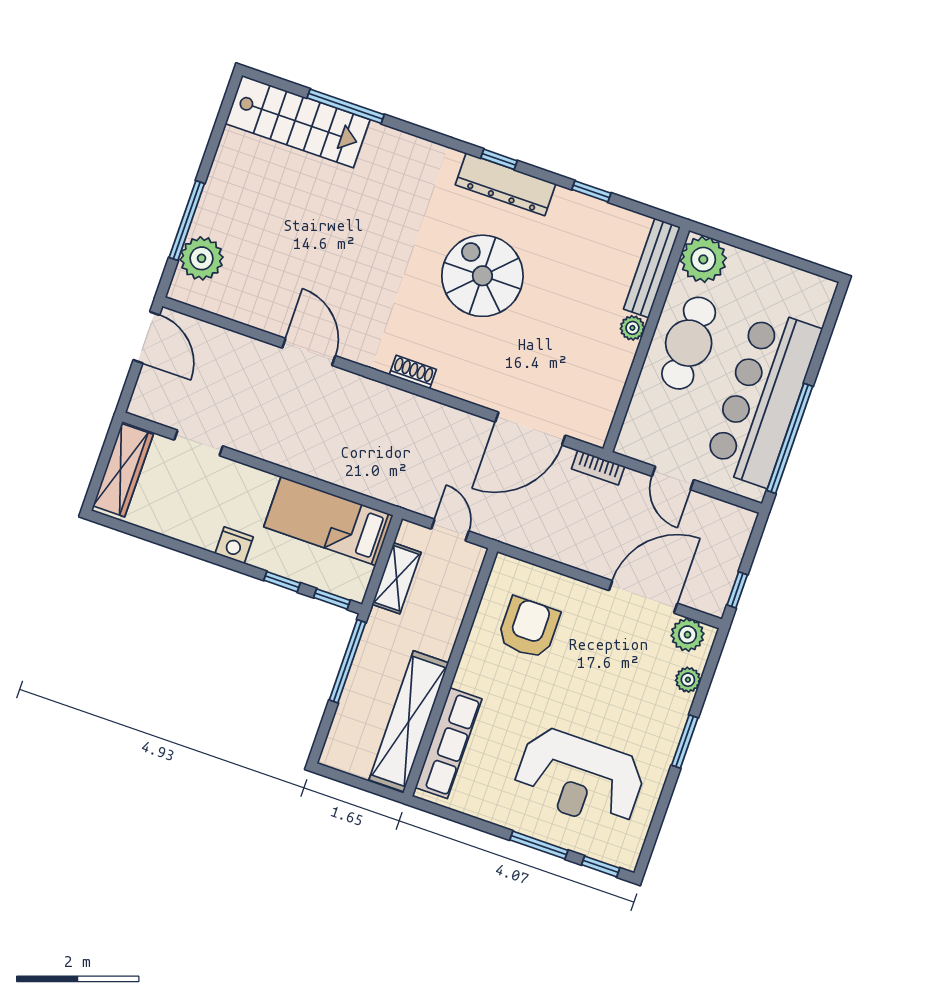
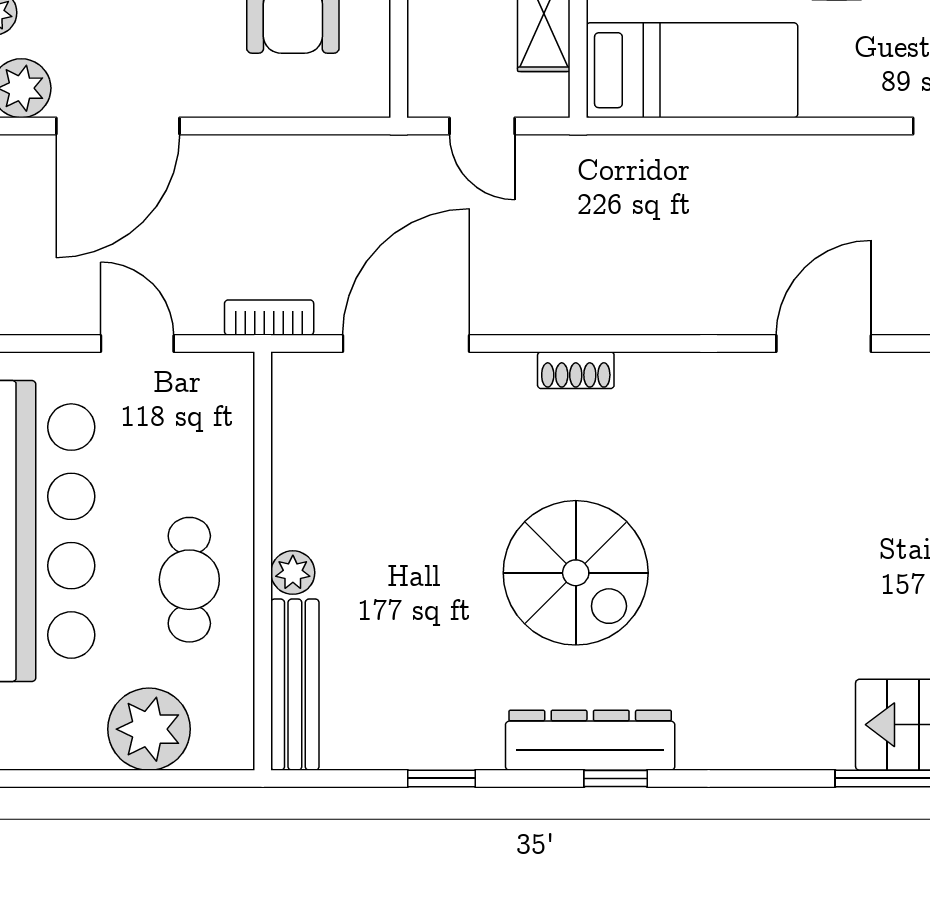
plant: (703, 259) -> (149, 729), moved
cafe table: (689, 343) -> (189, 580), width x0.73, depth x0.74
door: (309, 352) -> (824, 343), swing flipped
shoe rack: (413, 372) -> (576, 370), moved

